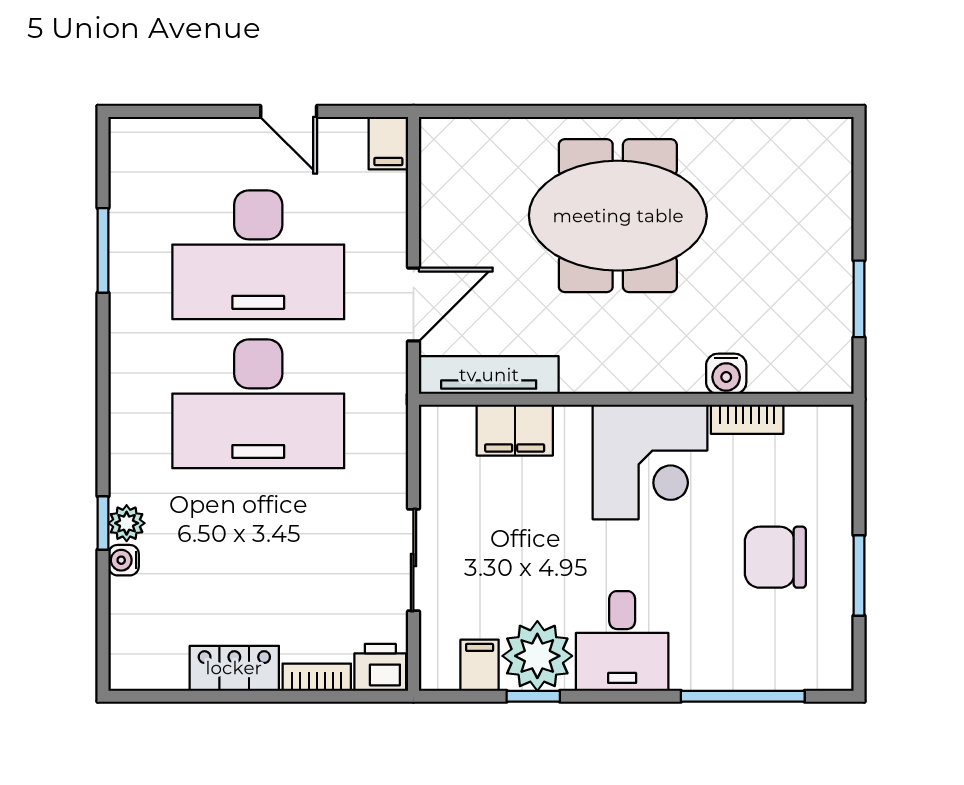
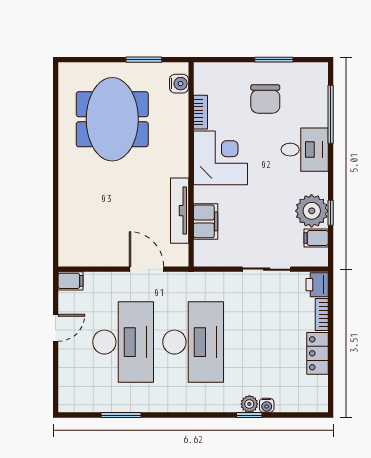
meeting table: (618, 216) -> (112, 119), moved
water cooler: (726, 374) -> (179, 84), moved
tv unit: (489, 375) -> (180, 211), moved
desk: (622, 641) -> (305, 150), moved

